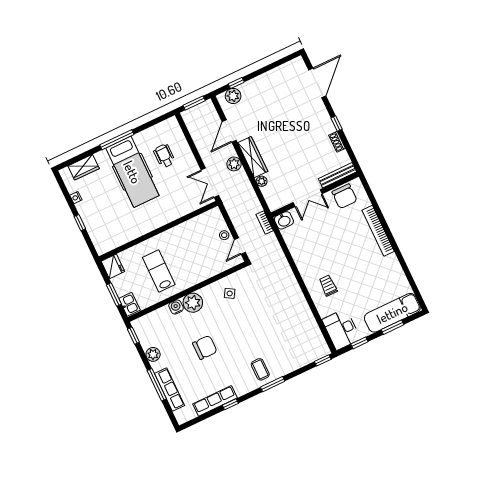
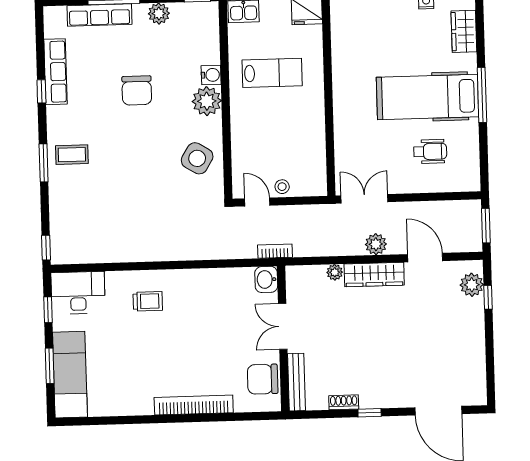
side table: (230, 293) -> (197, 158), width x1.87, depth x1.87

